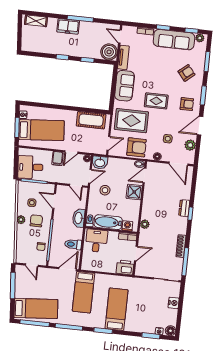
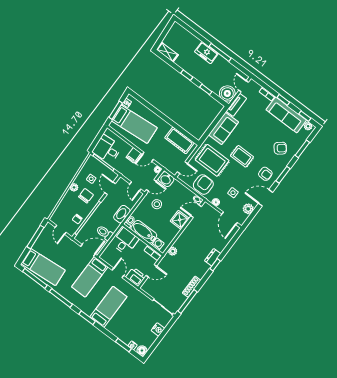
shelving: (36, 21) -> (167, 52), moved
armchair: (136, 147) -> (203, 185), turned -90
door: (107, 273) -> (118, 273), added

